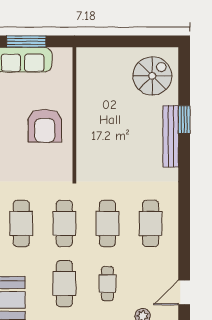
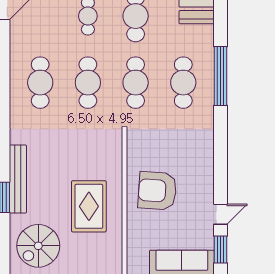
rug: (107, 112) -> (89, 206), added
armchair: (45, 126) -> (157, 191), turned -86

